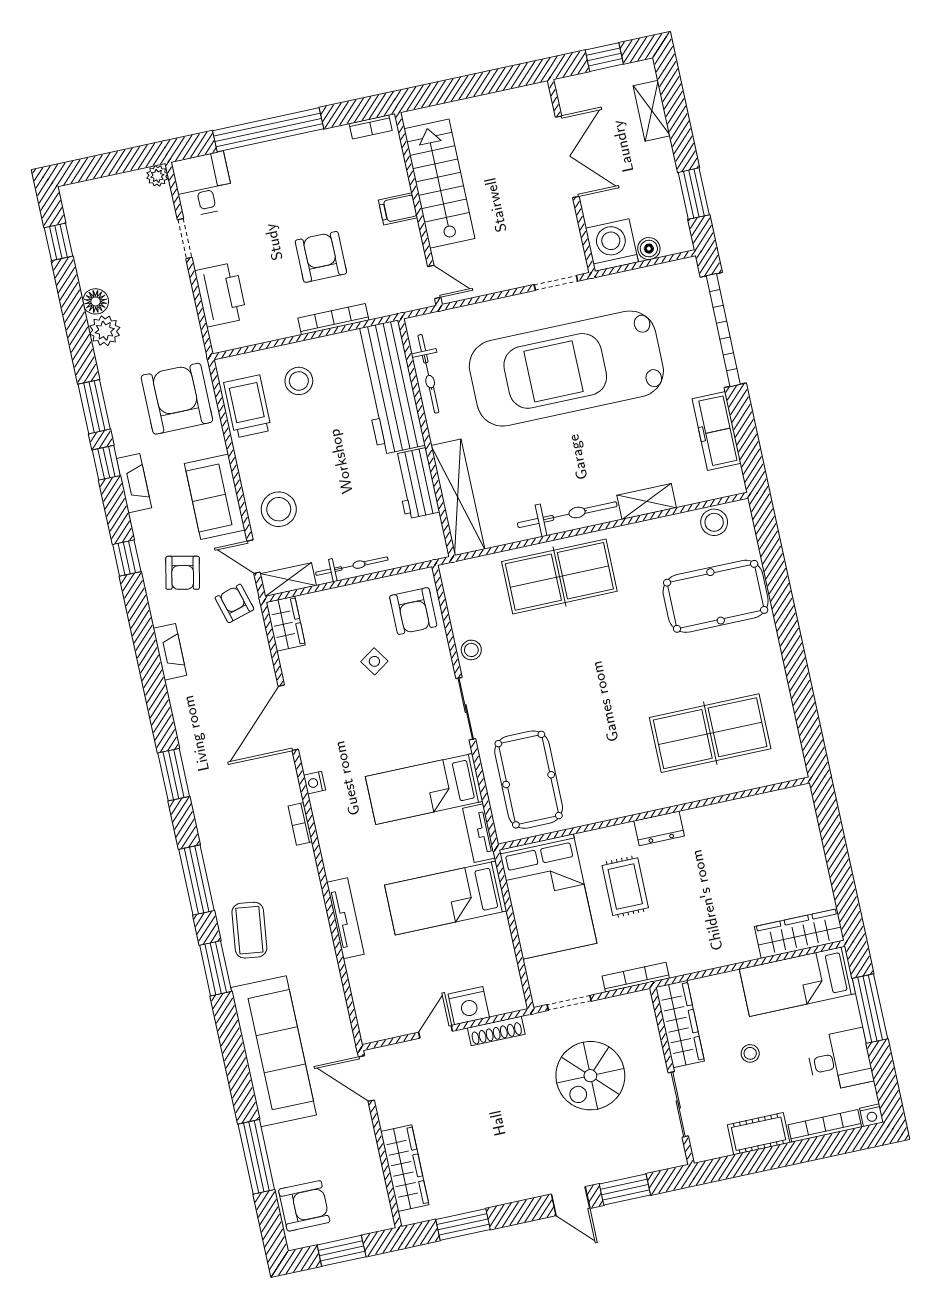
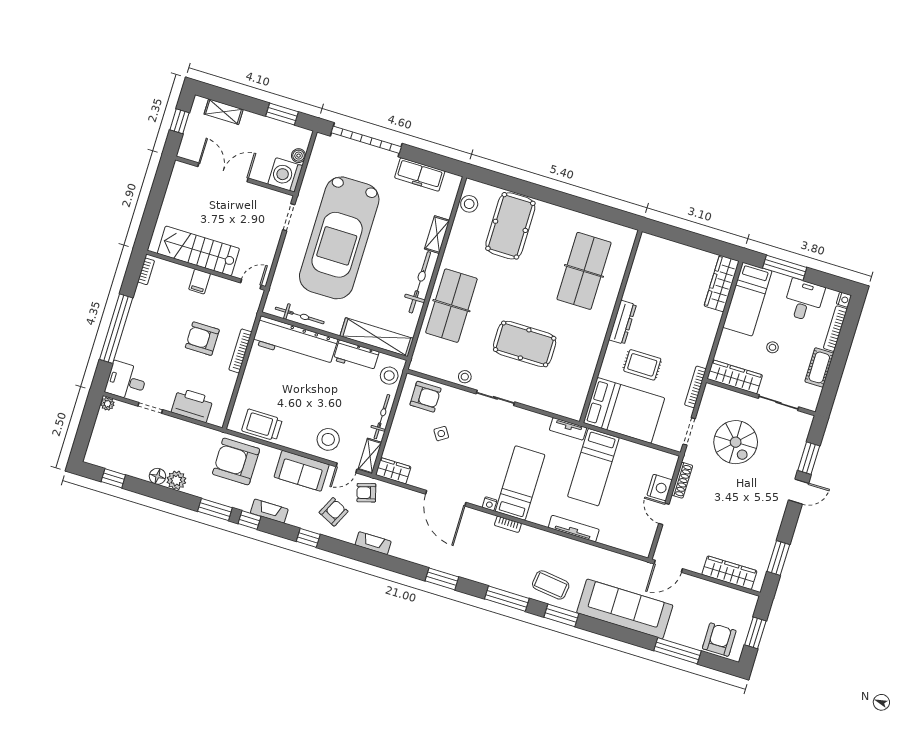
stool: (299, 381) -> (389, 376), moved
armchair: (183, 573) -> (334, 512), turned -76
pool table: (529, 780) -> (525, 344), moved
bed: (424, 789) -> (520, 483), moved, turned 180
dresser: (659, 828) -> (623, 322), width x1.44

